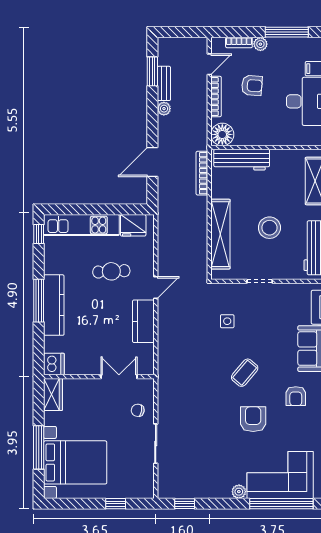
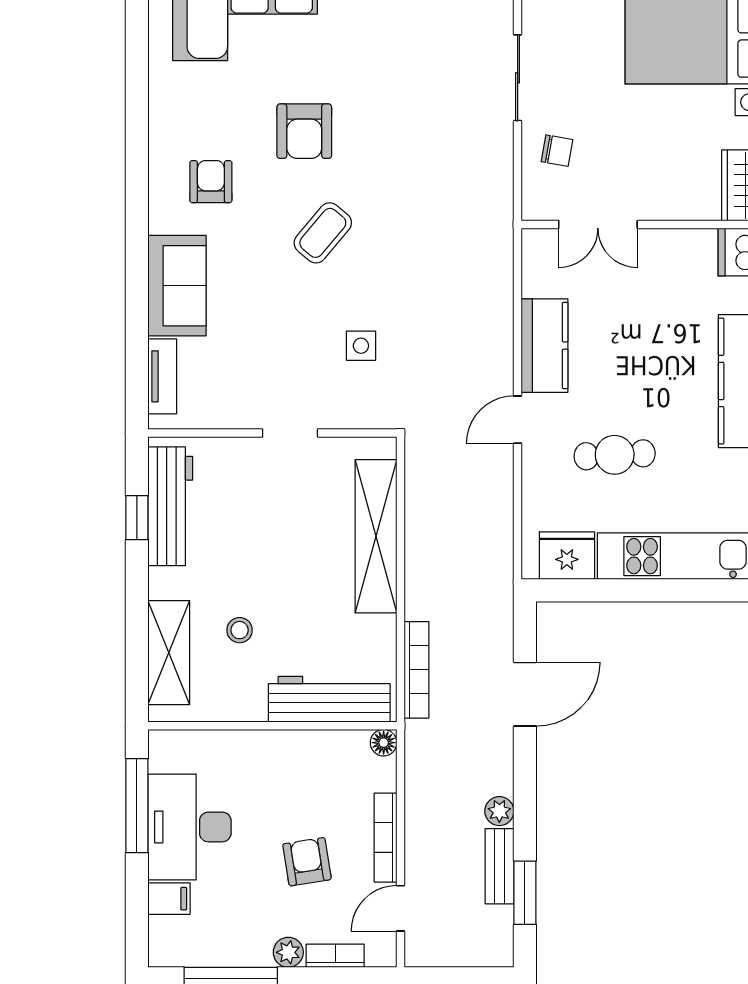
armchair: (252, 85) -> (307, 862), turned 77
floor lamp: (222, 134) -> (384, 743), width x0.53, depth x0.53
stool: (269, 228) -> (240, 630), moved, width x0.53, depth x0.53

